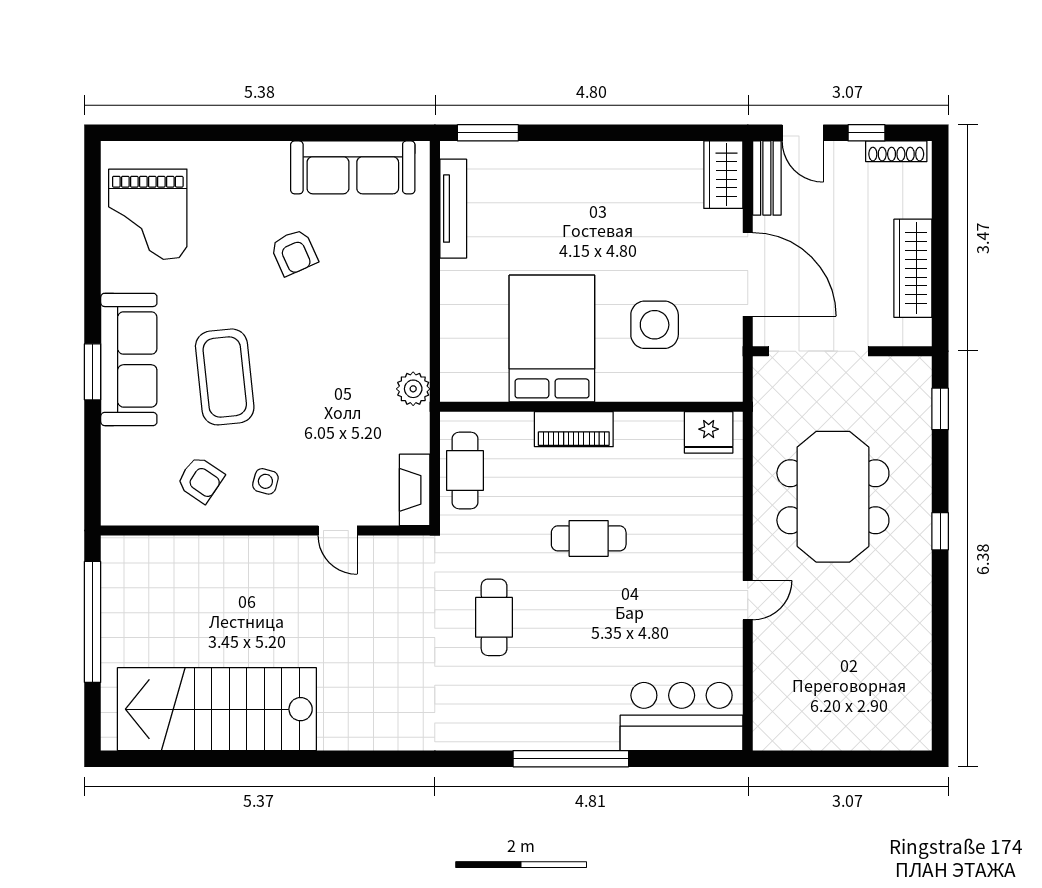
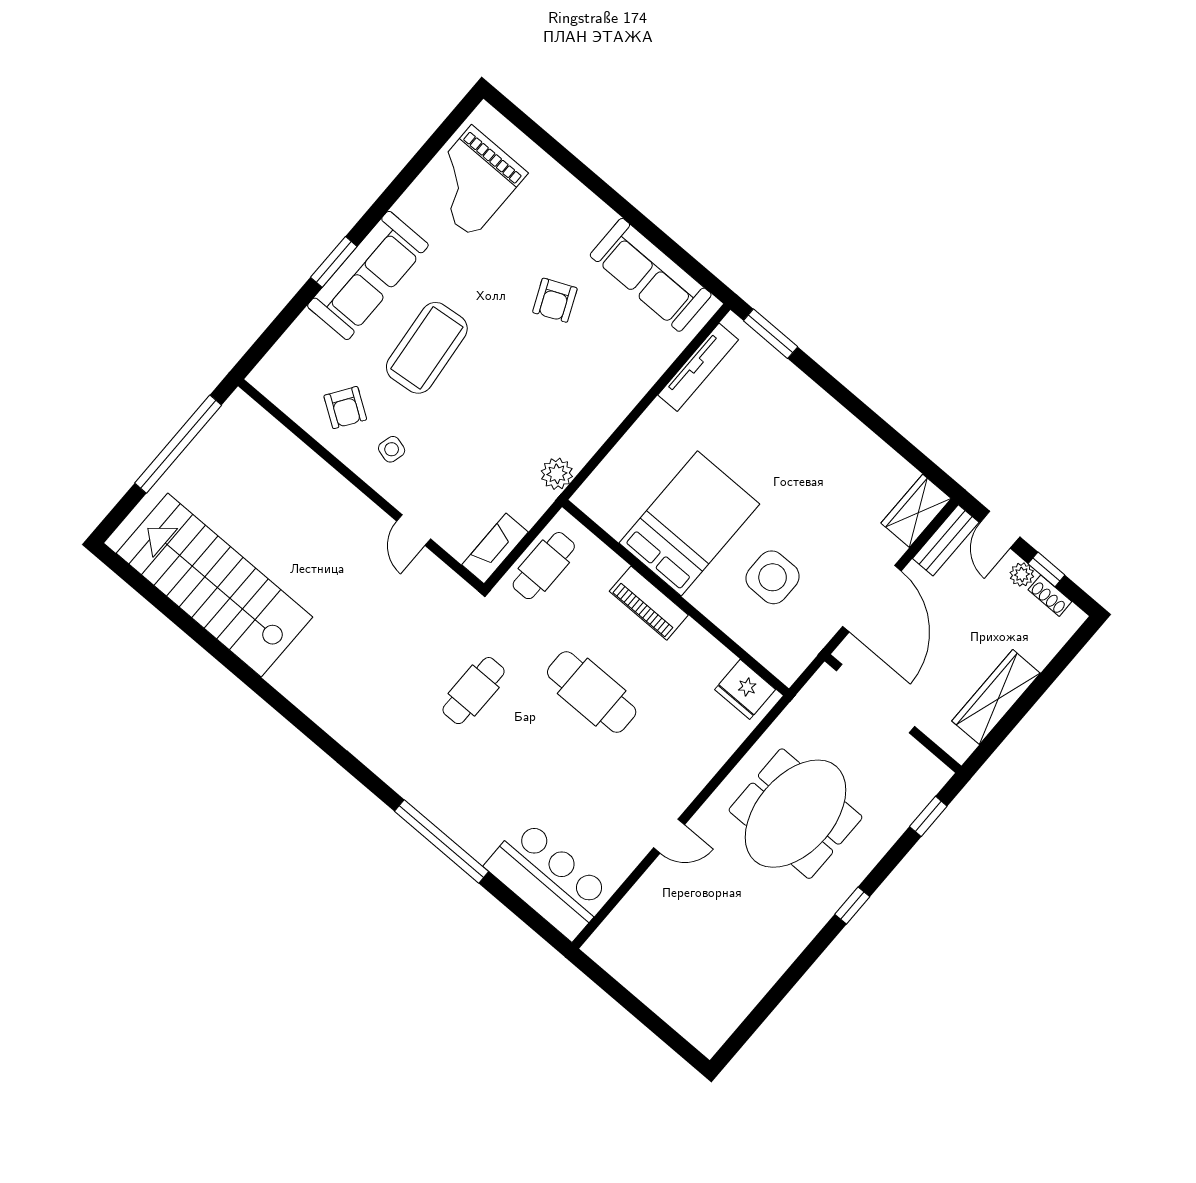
shoe rack: (896, 151) -> (1050, 596), width x0.70
plant: (850, 154) -> (1022, 575), added
cafe table: (589, 538) -> (592, 692), width x1.37, depth x1.35

